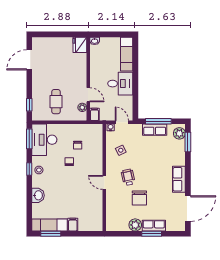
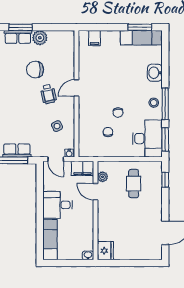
filing cabinet: (94, 114) -> (83, 168), width x2.00
window: (29, 169) -> (165, 104), width x2.17
door: (104, 182) -> (76, 88), swing flipped
chair: (139, 198) -> (35, 70), turned -90
filing cabinet: (73, 225) -> (95, 38), moved

